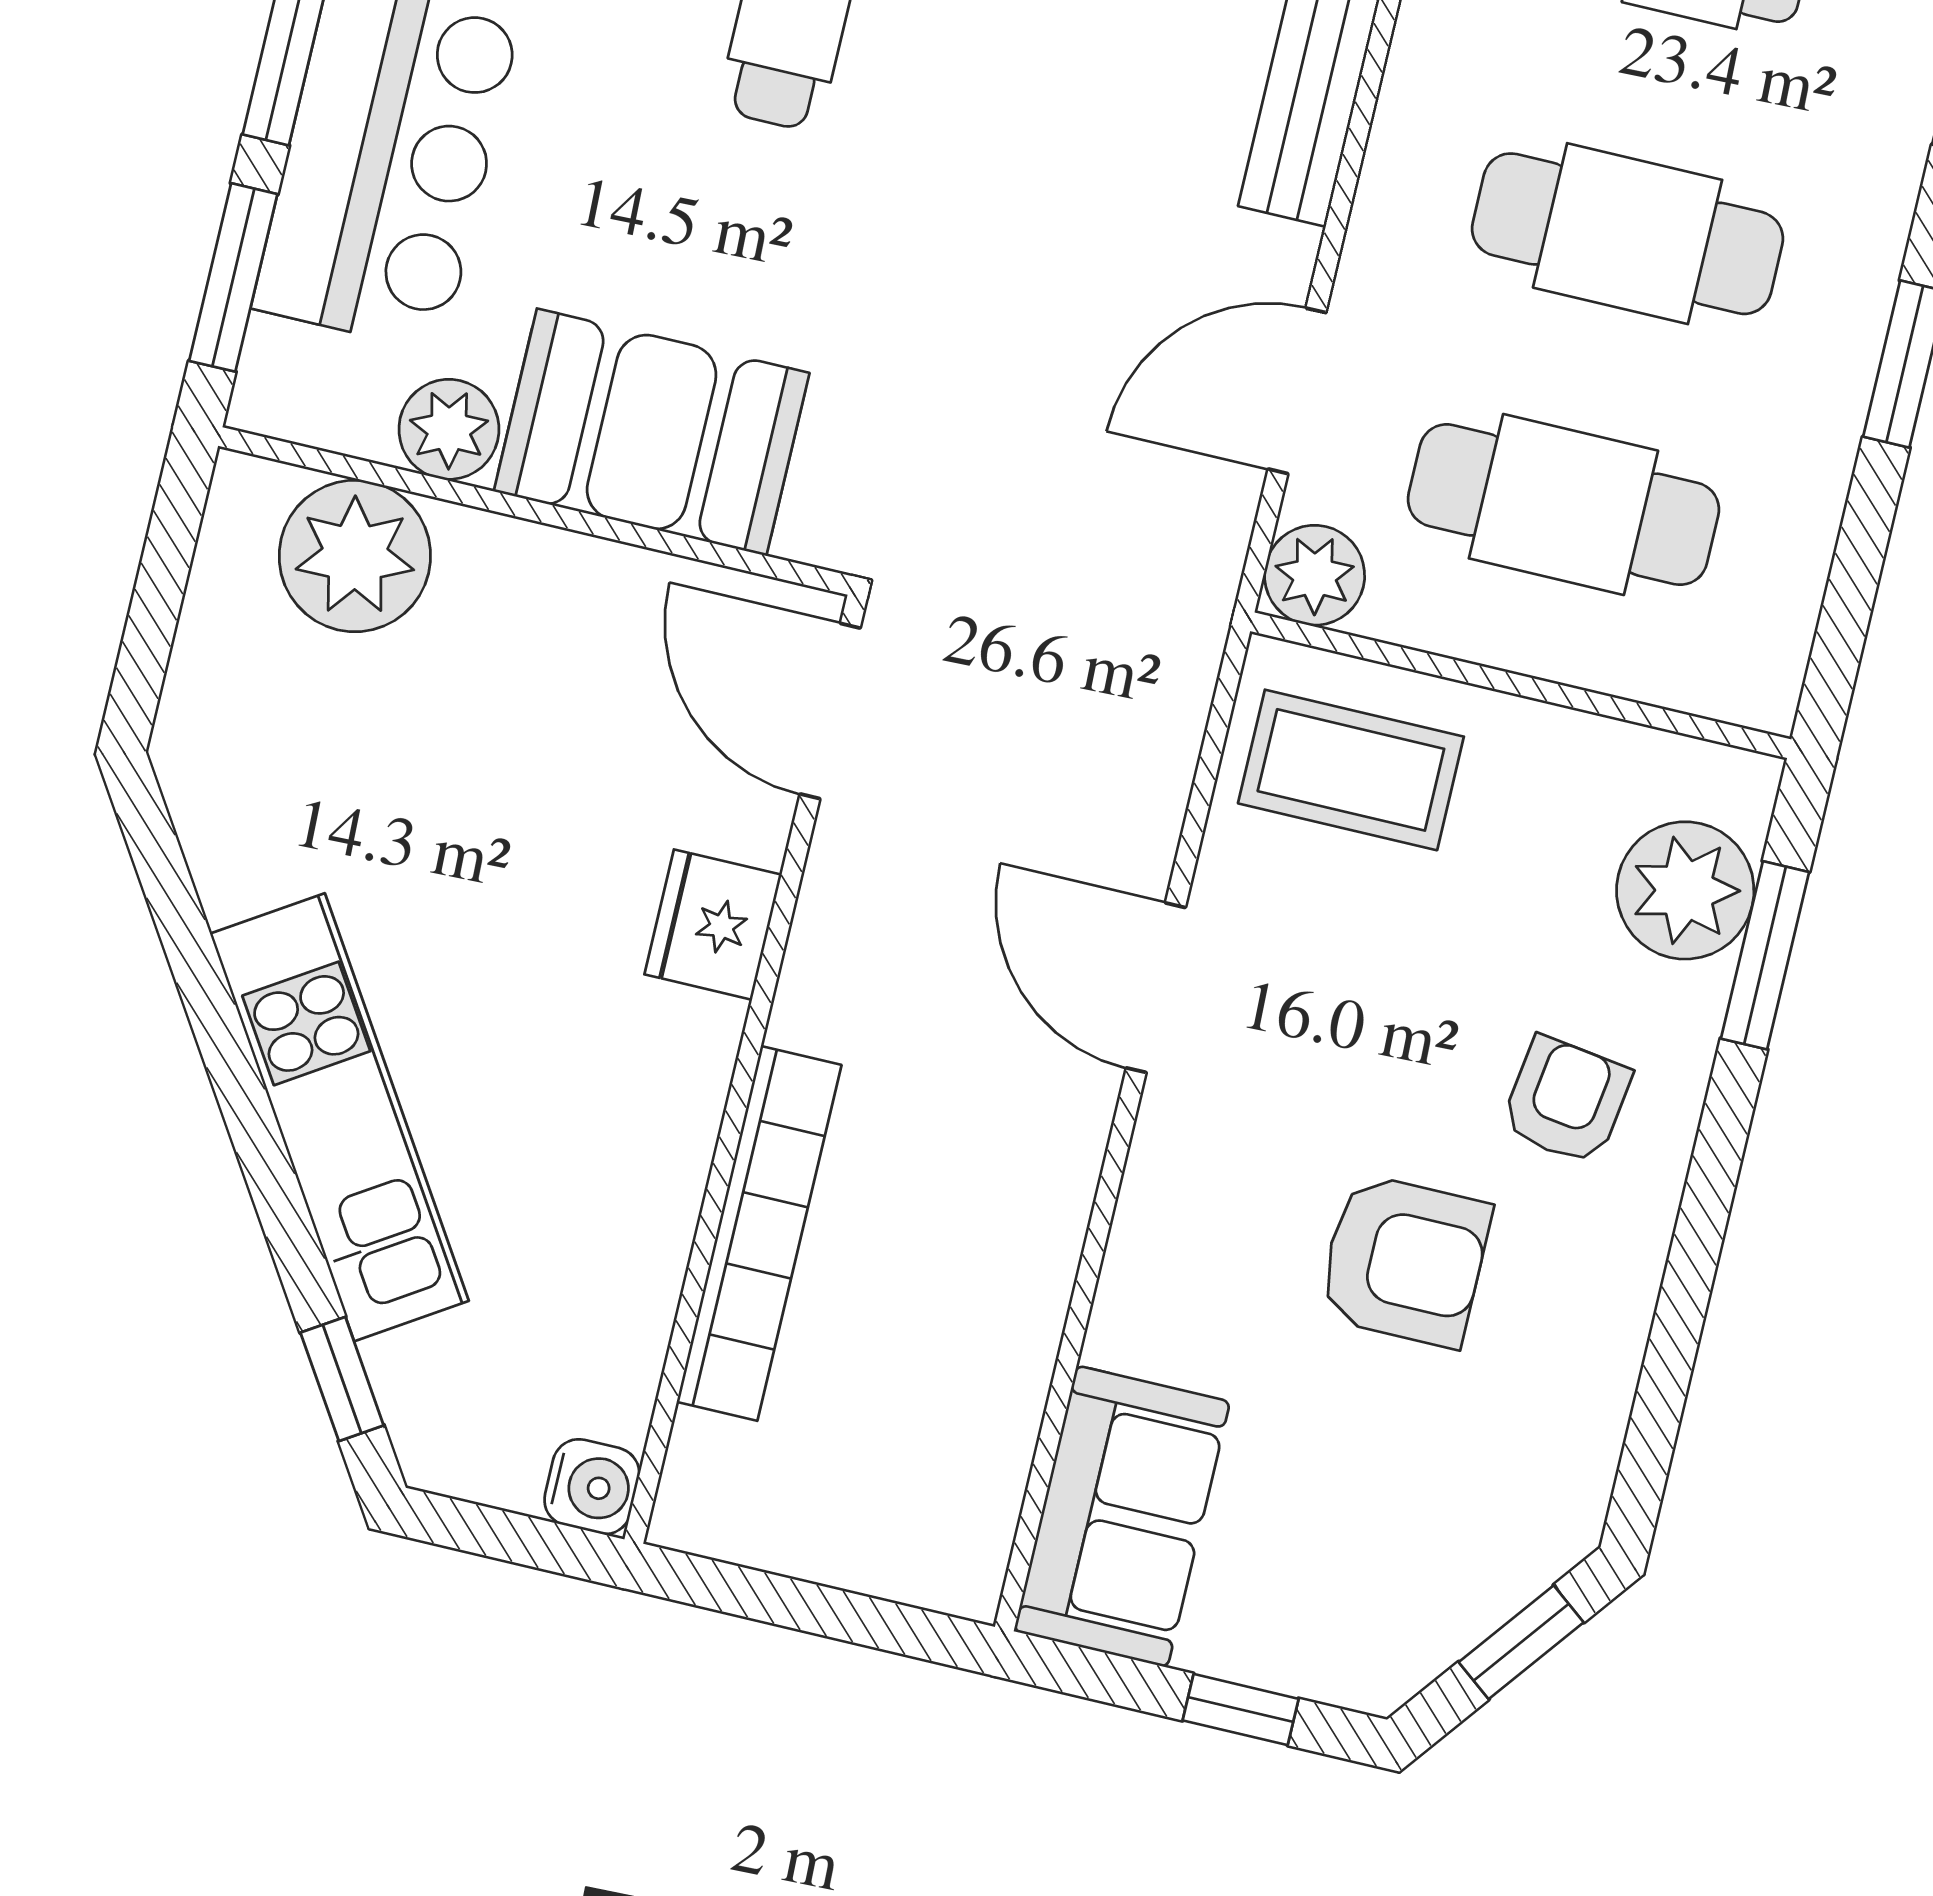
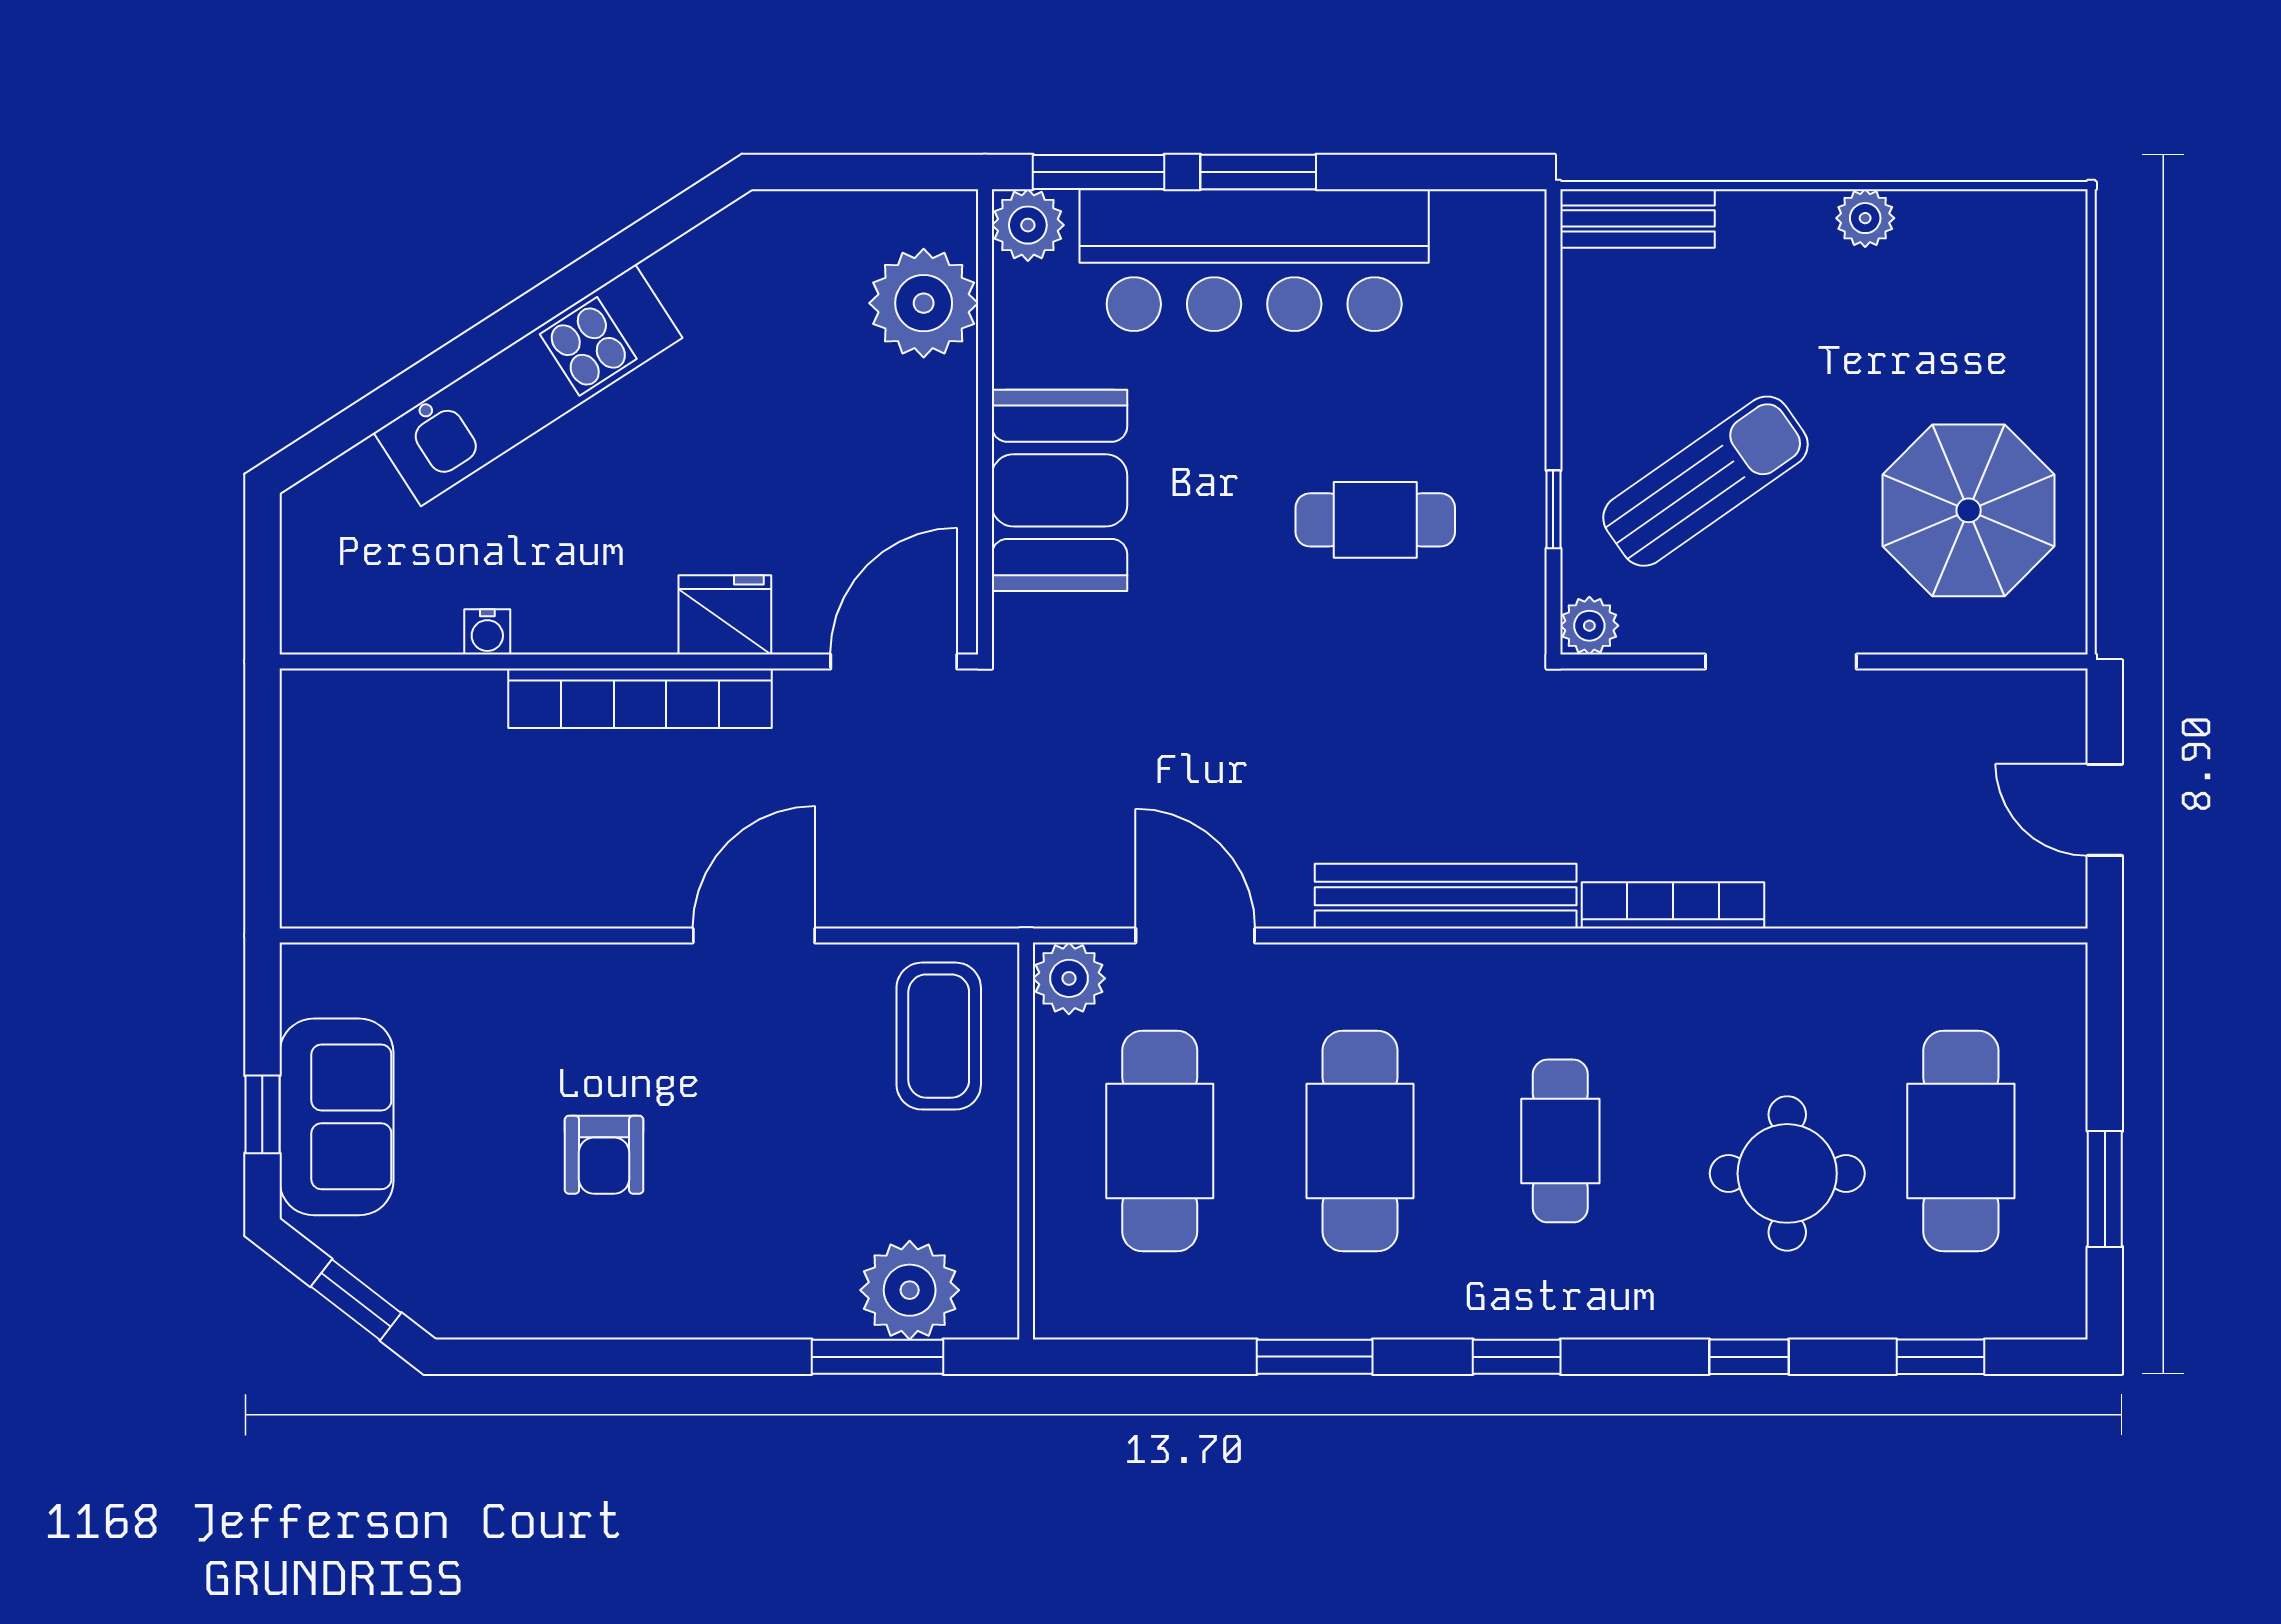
plant: (449, 429) -> (1028, 225), moved
armchair: (1566, 1100) -> (743, 1242), removed
bookcase: (759, 1233) -> (640, 698), moved
armchair: (1404, 1260) -> (604, 1155), width x0.72, depth x0.72
window: (342, 1379) -> (345, 430), removed
water cooler: (592, 1487) -> (487, 632), moved, width x0.72, depth x0.72
sofa: (1122, 1516) -> (336, 1117), moved, turned -90

